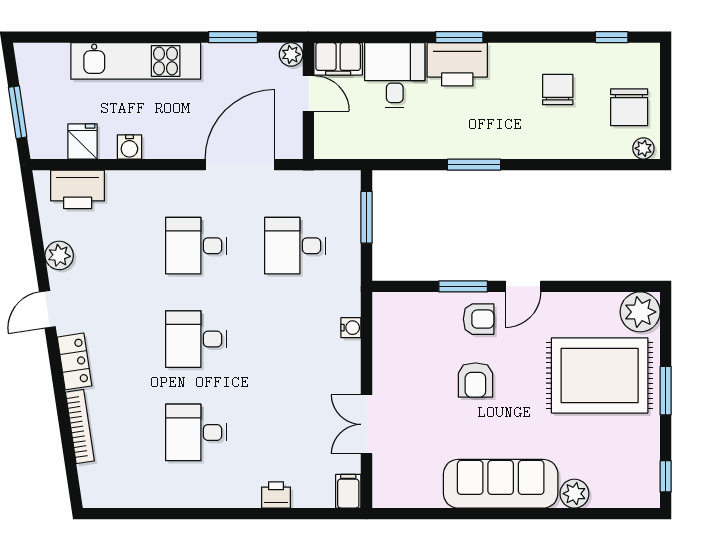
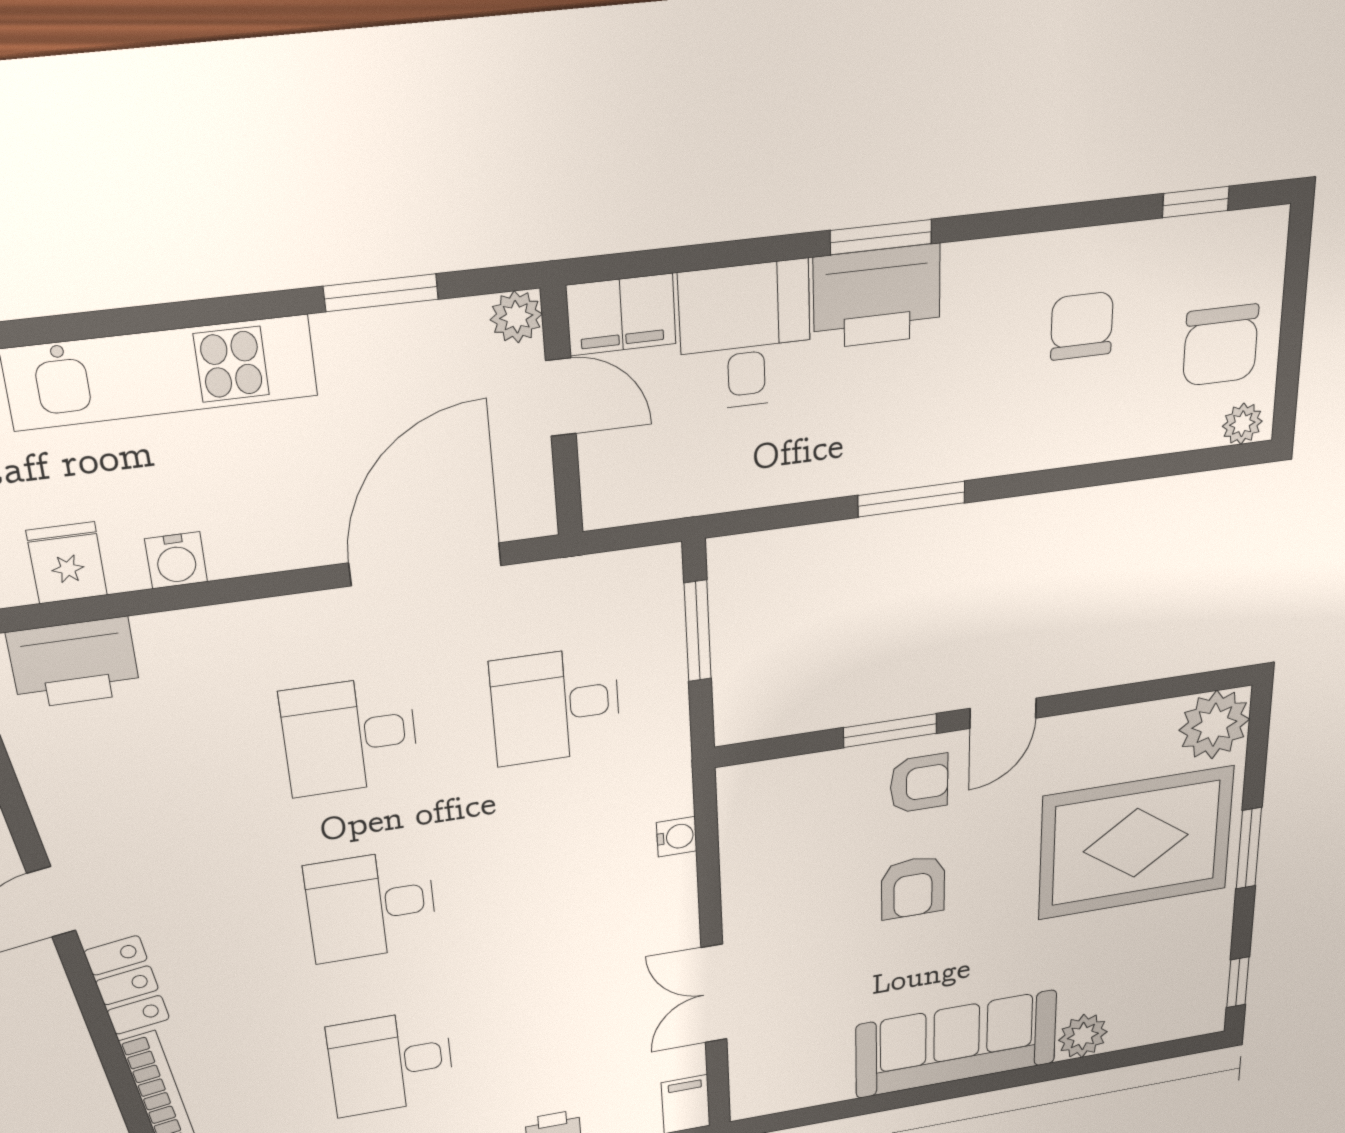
plant: (59, 255) -> (57, 798), removed

